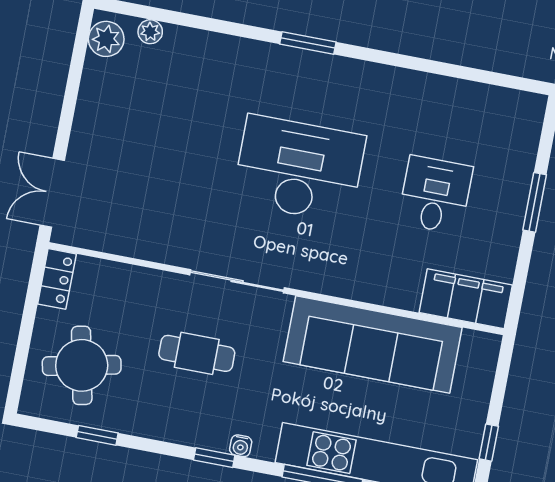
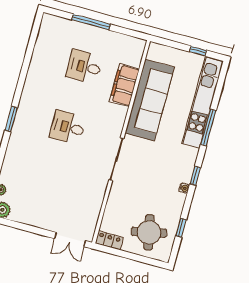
desk: (299, 169) -> (68, 127), width x0.53, depth x0.77
window: (535, 202) -> (91, 22), width x1.44
filing cabinet: (466, 299) -> (124, 85), moved
cafe table: (197, 353) -> (148, 180), removed
water cooler: (241, 446) -> (184, 188), moved

